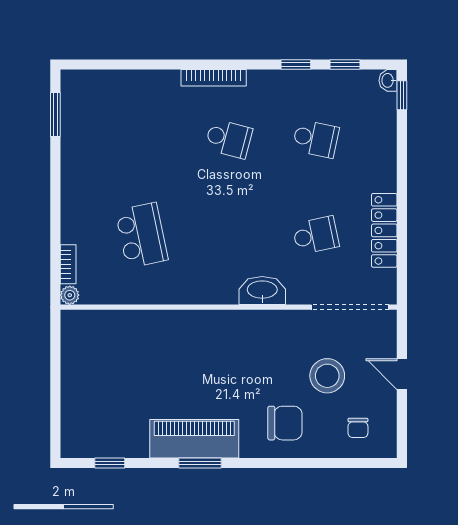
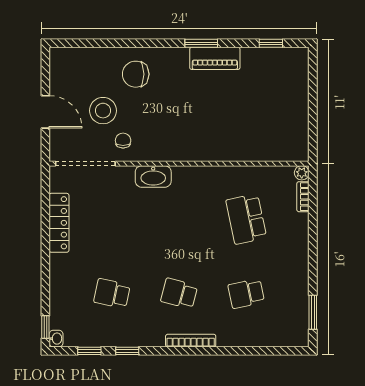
school desk: (316, 235) -> (246, 294), moved
door: (402, 374) -> (45, 112), width x1.38
chair: (358, 428) -> (123, 141), moved
piano: (194, 439) -> (215, 58), width x0.73, depth x0.75

